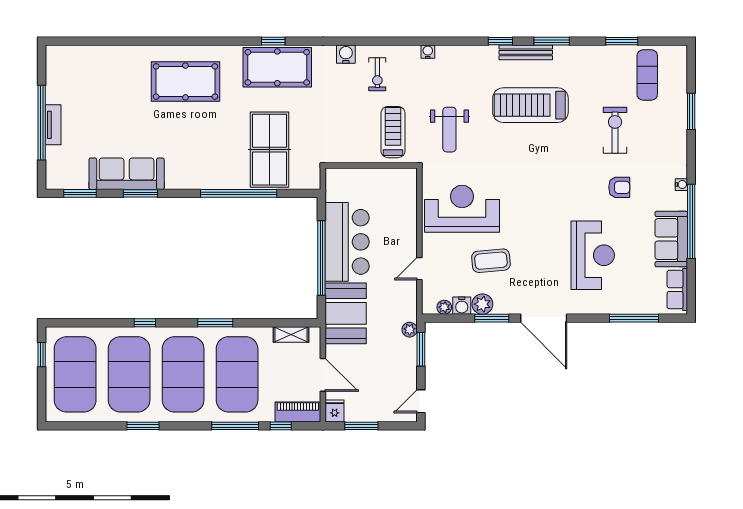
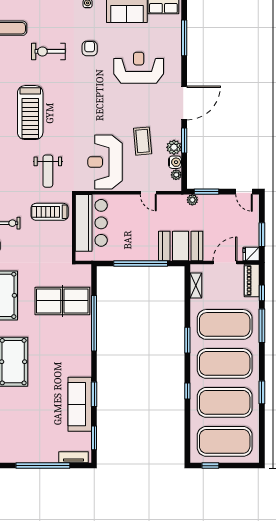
tv unit: (53, 125) -> (73, 457), moved
weight bench: (449, 130) -> (48, 171), turned 90
bar counter: (347, 242) -> (91, 223), moved, turned 90

